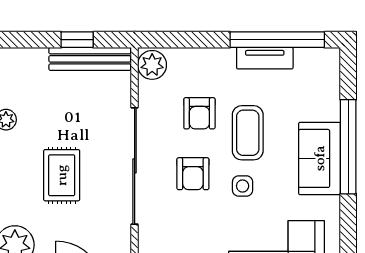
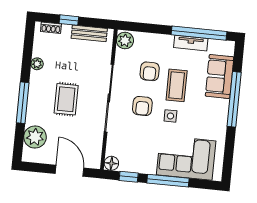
window: (77, 40) -> (69, 20), moved
shoe rack: (24, 56) -> (51, 28), added
bench: (90, 59) -> (89, 33), width x0.73
sofa: (320, 158) -> (220, 76), moved

